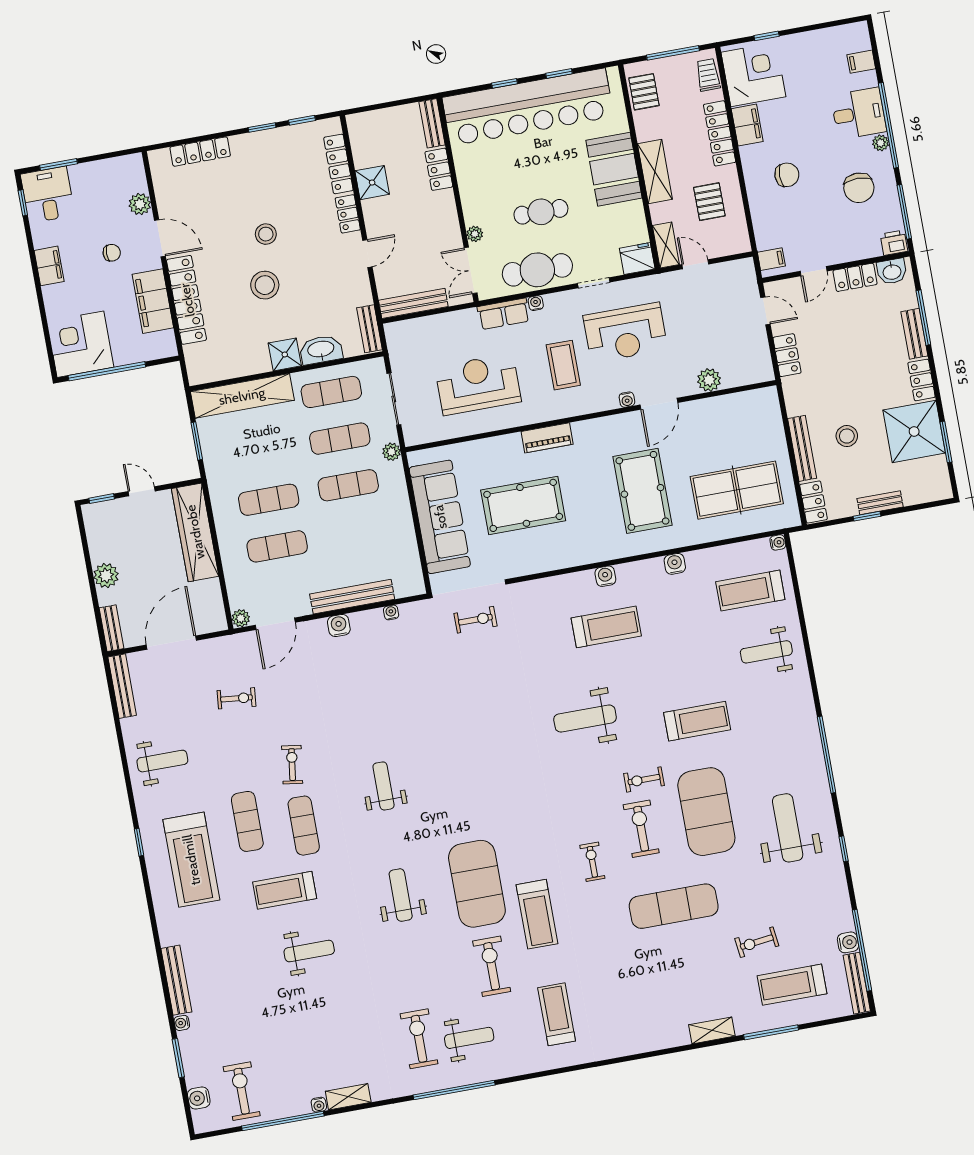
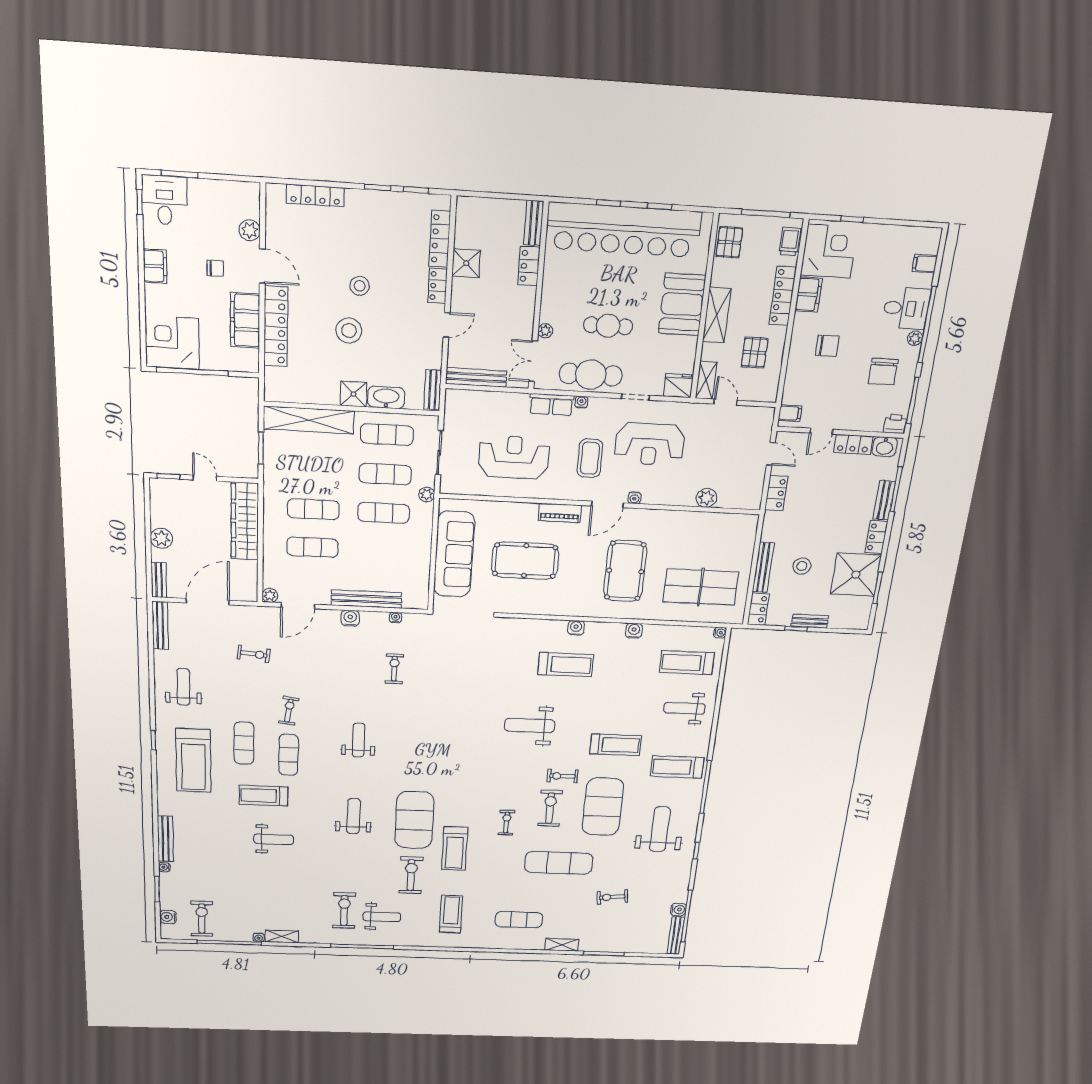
door: (659, 404) -> (607, 504), moved
exercise bike: (475, 620) -> (394, 669), moved, turned -90
weight bench: (162, 761) -> (183, 687), turned -90
treadmill: (792, 985) -> (677, 767), moved
exercise mat: (646, 1004) -> (519, 920), added

